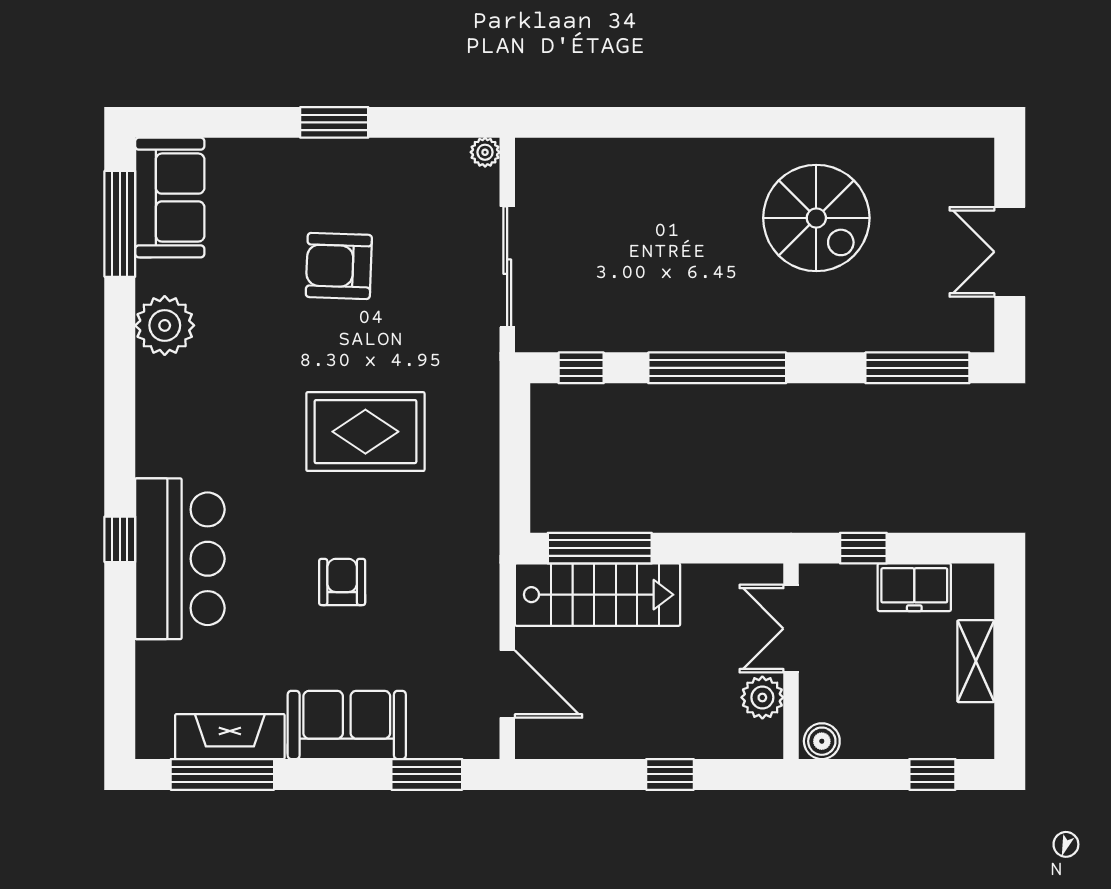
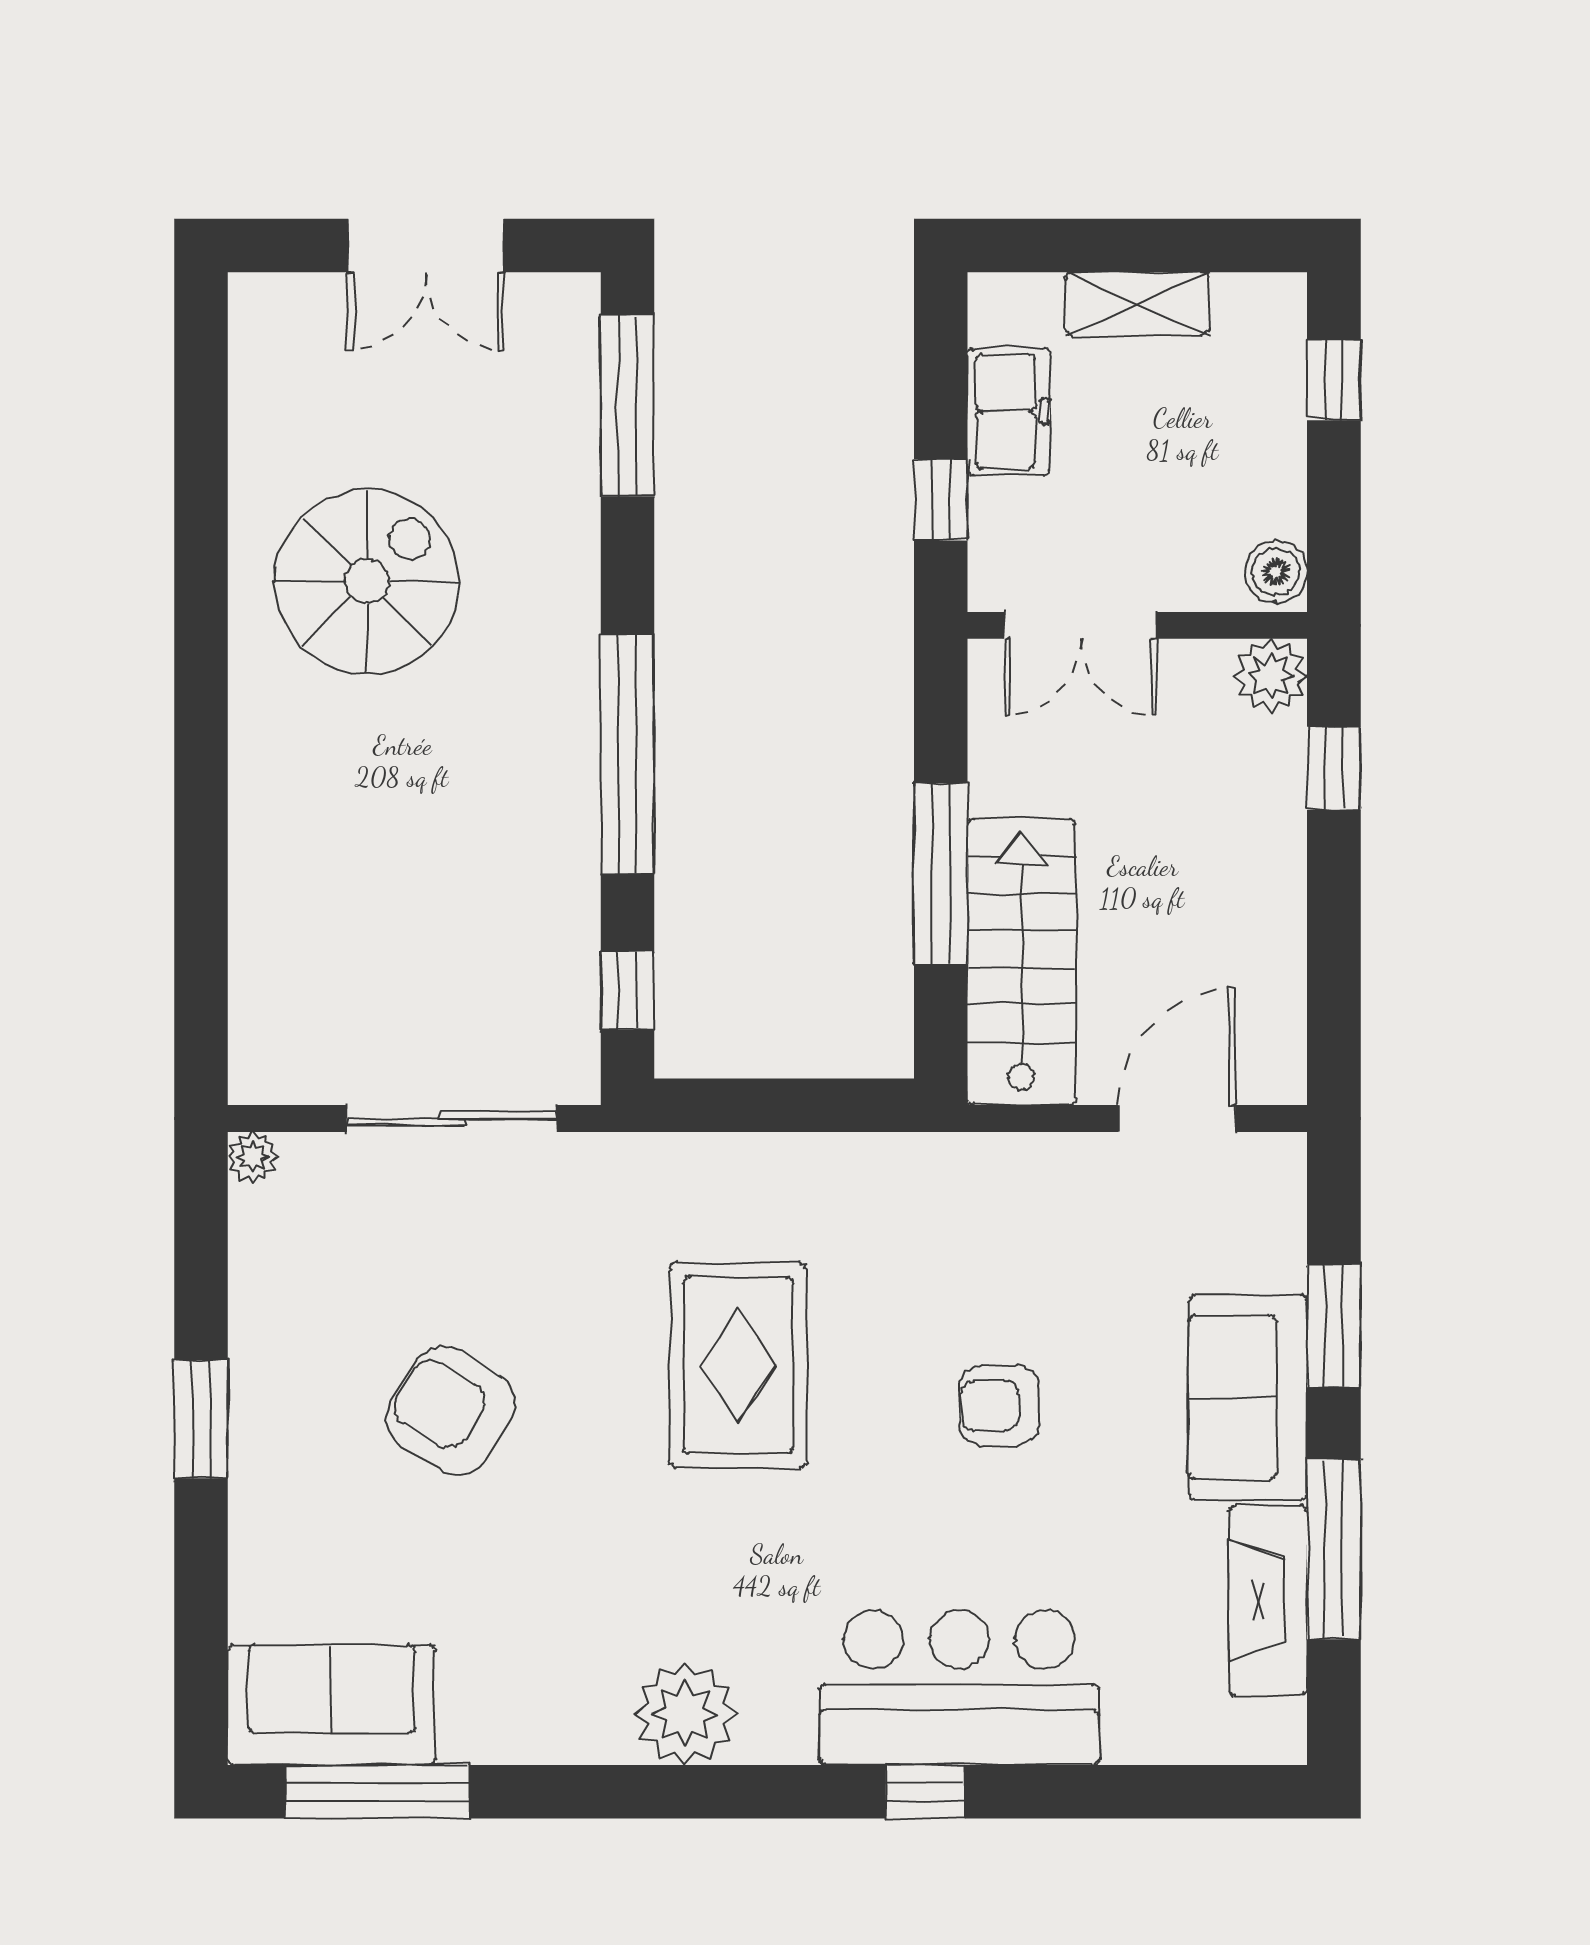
armchair: (339, 266) -> (450, 1411), turned 120
plant: (165, 325) -> (685, 1714), moved
window: (600, 548) -> (941, 874), moved
plant: (762, 697) -> (1271, 675), moved
window: (222, 774) -> (1334, 1549), moved
window: (427, 774) -> (1334, 1326), moved
window: (670, 774) -> (1334, 768), moved

